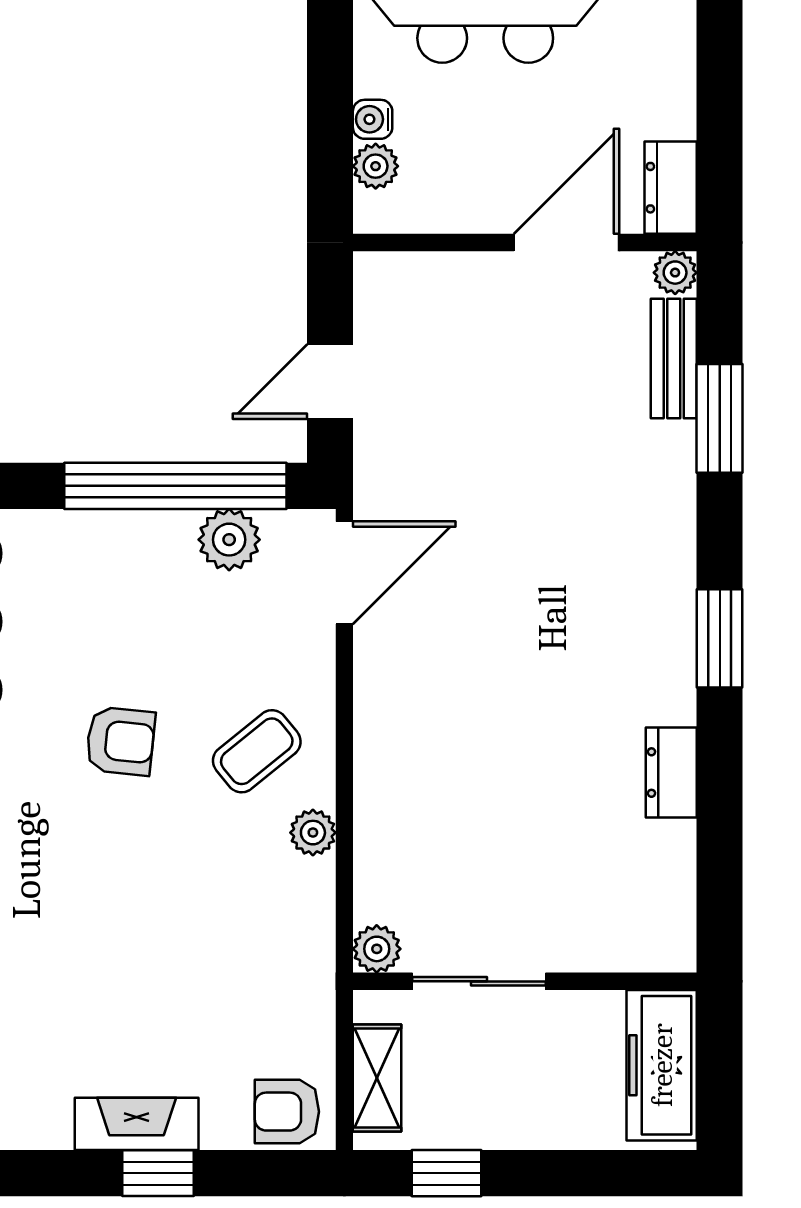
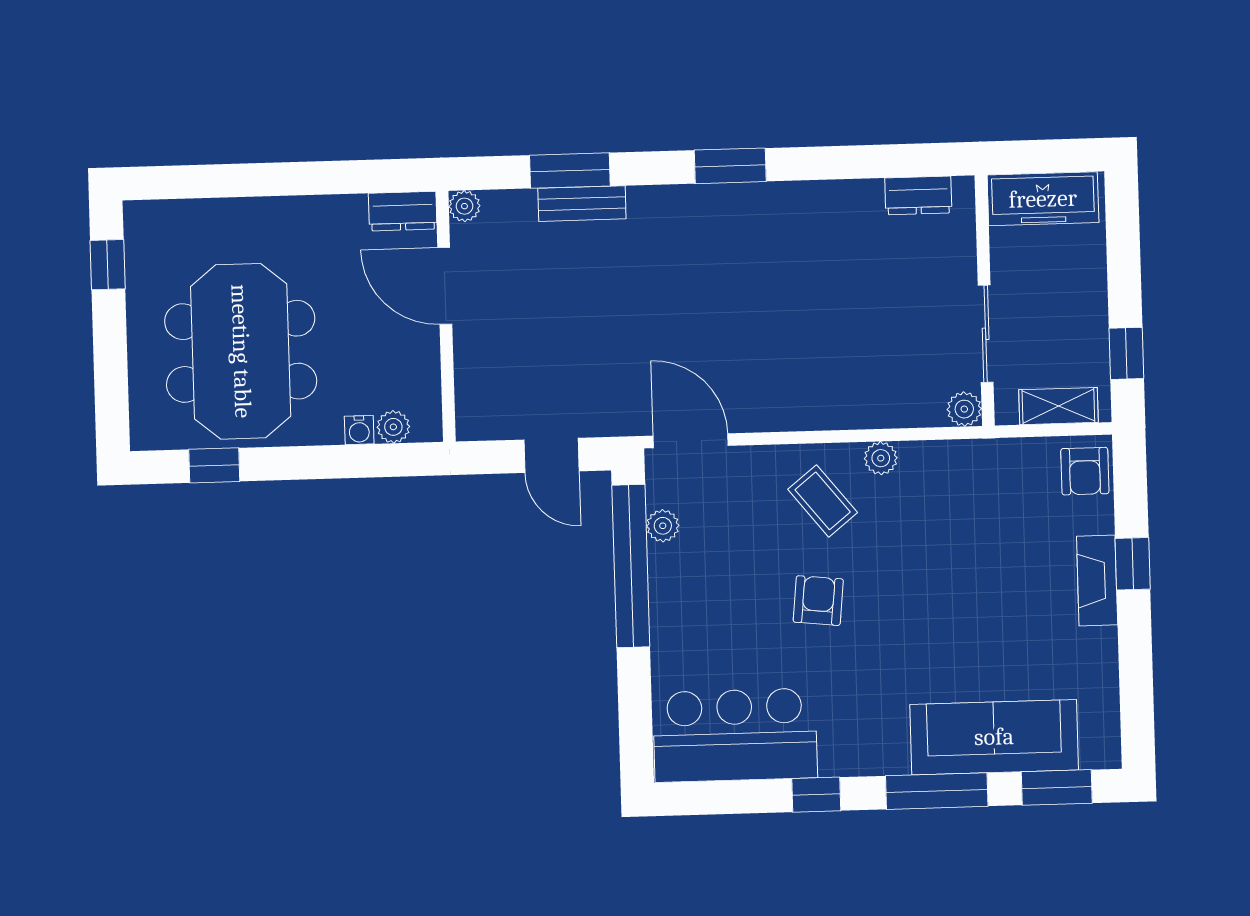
bench: (674, 358) -> (582, 204), moved
plant: (229, 540) -> (663, 526), width x0.73, depth x0.73
dresser: (671, 773) -> (918, 195), moved

